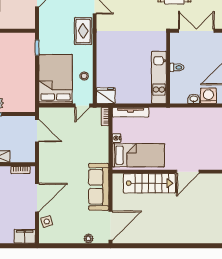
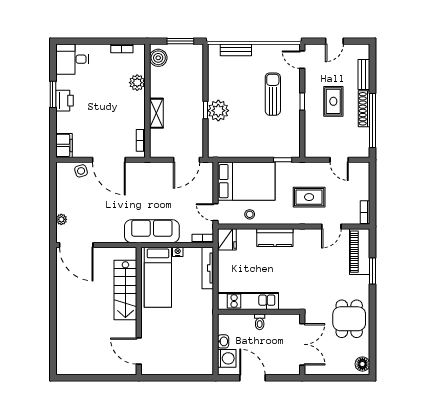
rug: (83, 31) -> (309, 197), moved
kitchen counter: (104, 54) -> (275, 238), added
door: (188, 172) -> (139, 351), moved
sofa: (99, 187) -> (152, 231), moved

